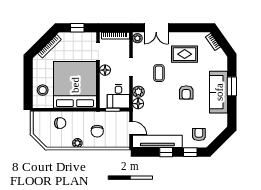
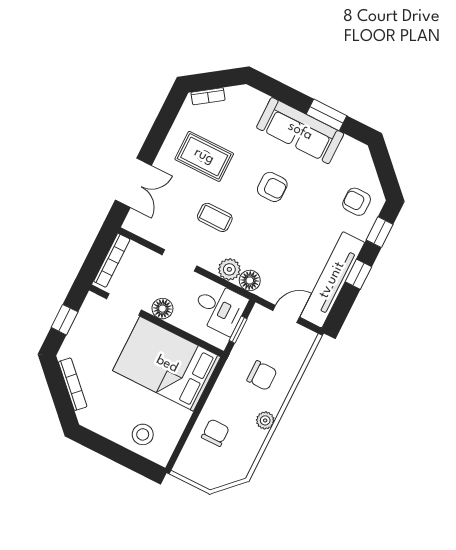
plant: (137, 38) -> (135, 224), removed
rug: (185, 54) -> (204, 156), turned 90
bed: (75, 85) -> (167, 364), width x0.73
window: (232, 86) -> (327, 115), moved

